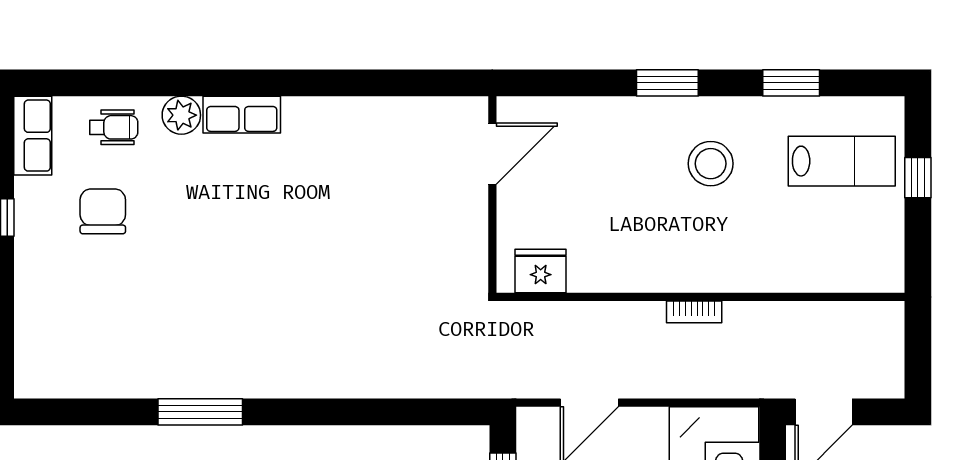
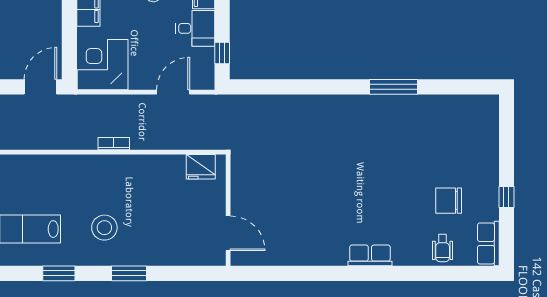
plant: (181, 115) -> (404, 255), removed
wheelchair: (114, 127) -> (443, 248), turned -90
door: (492, 154) -> (228, 233), swing flipped
chair: (103, 211) -> (449, 201), turned 90

